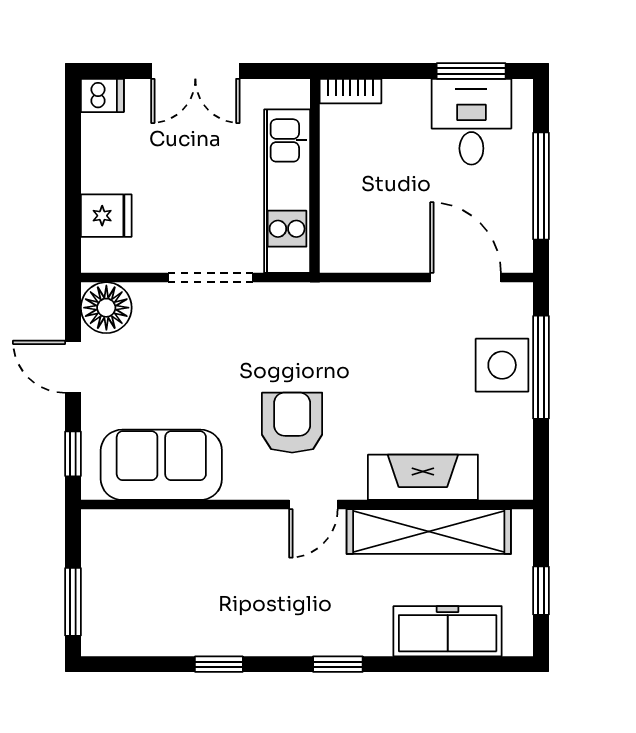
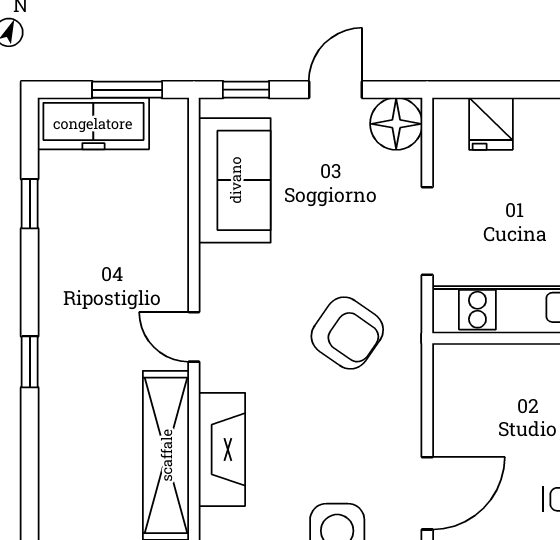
armchair: (292, 423) -> (347, 333), moved, turned 35
window: (73, 602) -> (127, 90), moved
freezer: (448, 631) -> (93, 123), moved, turned 90
window: (219, 664) -> (30, 204), moved

